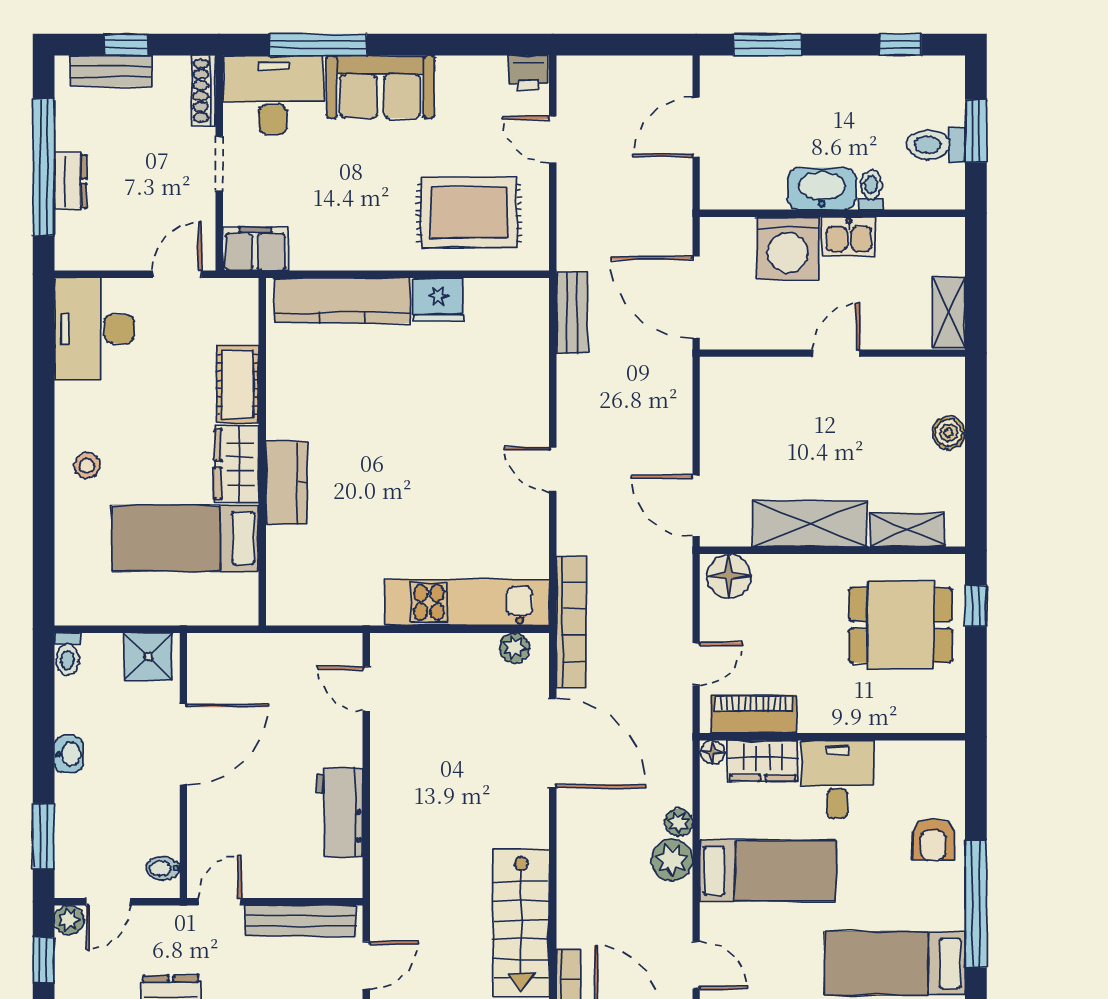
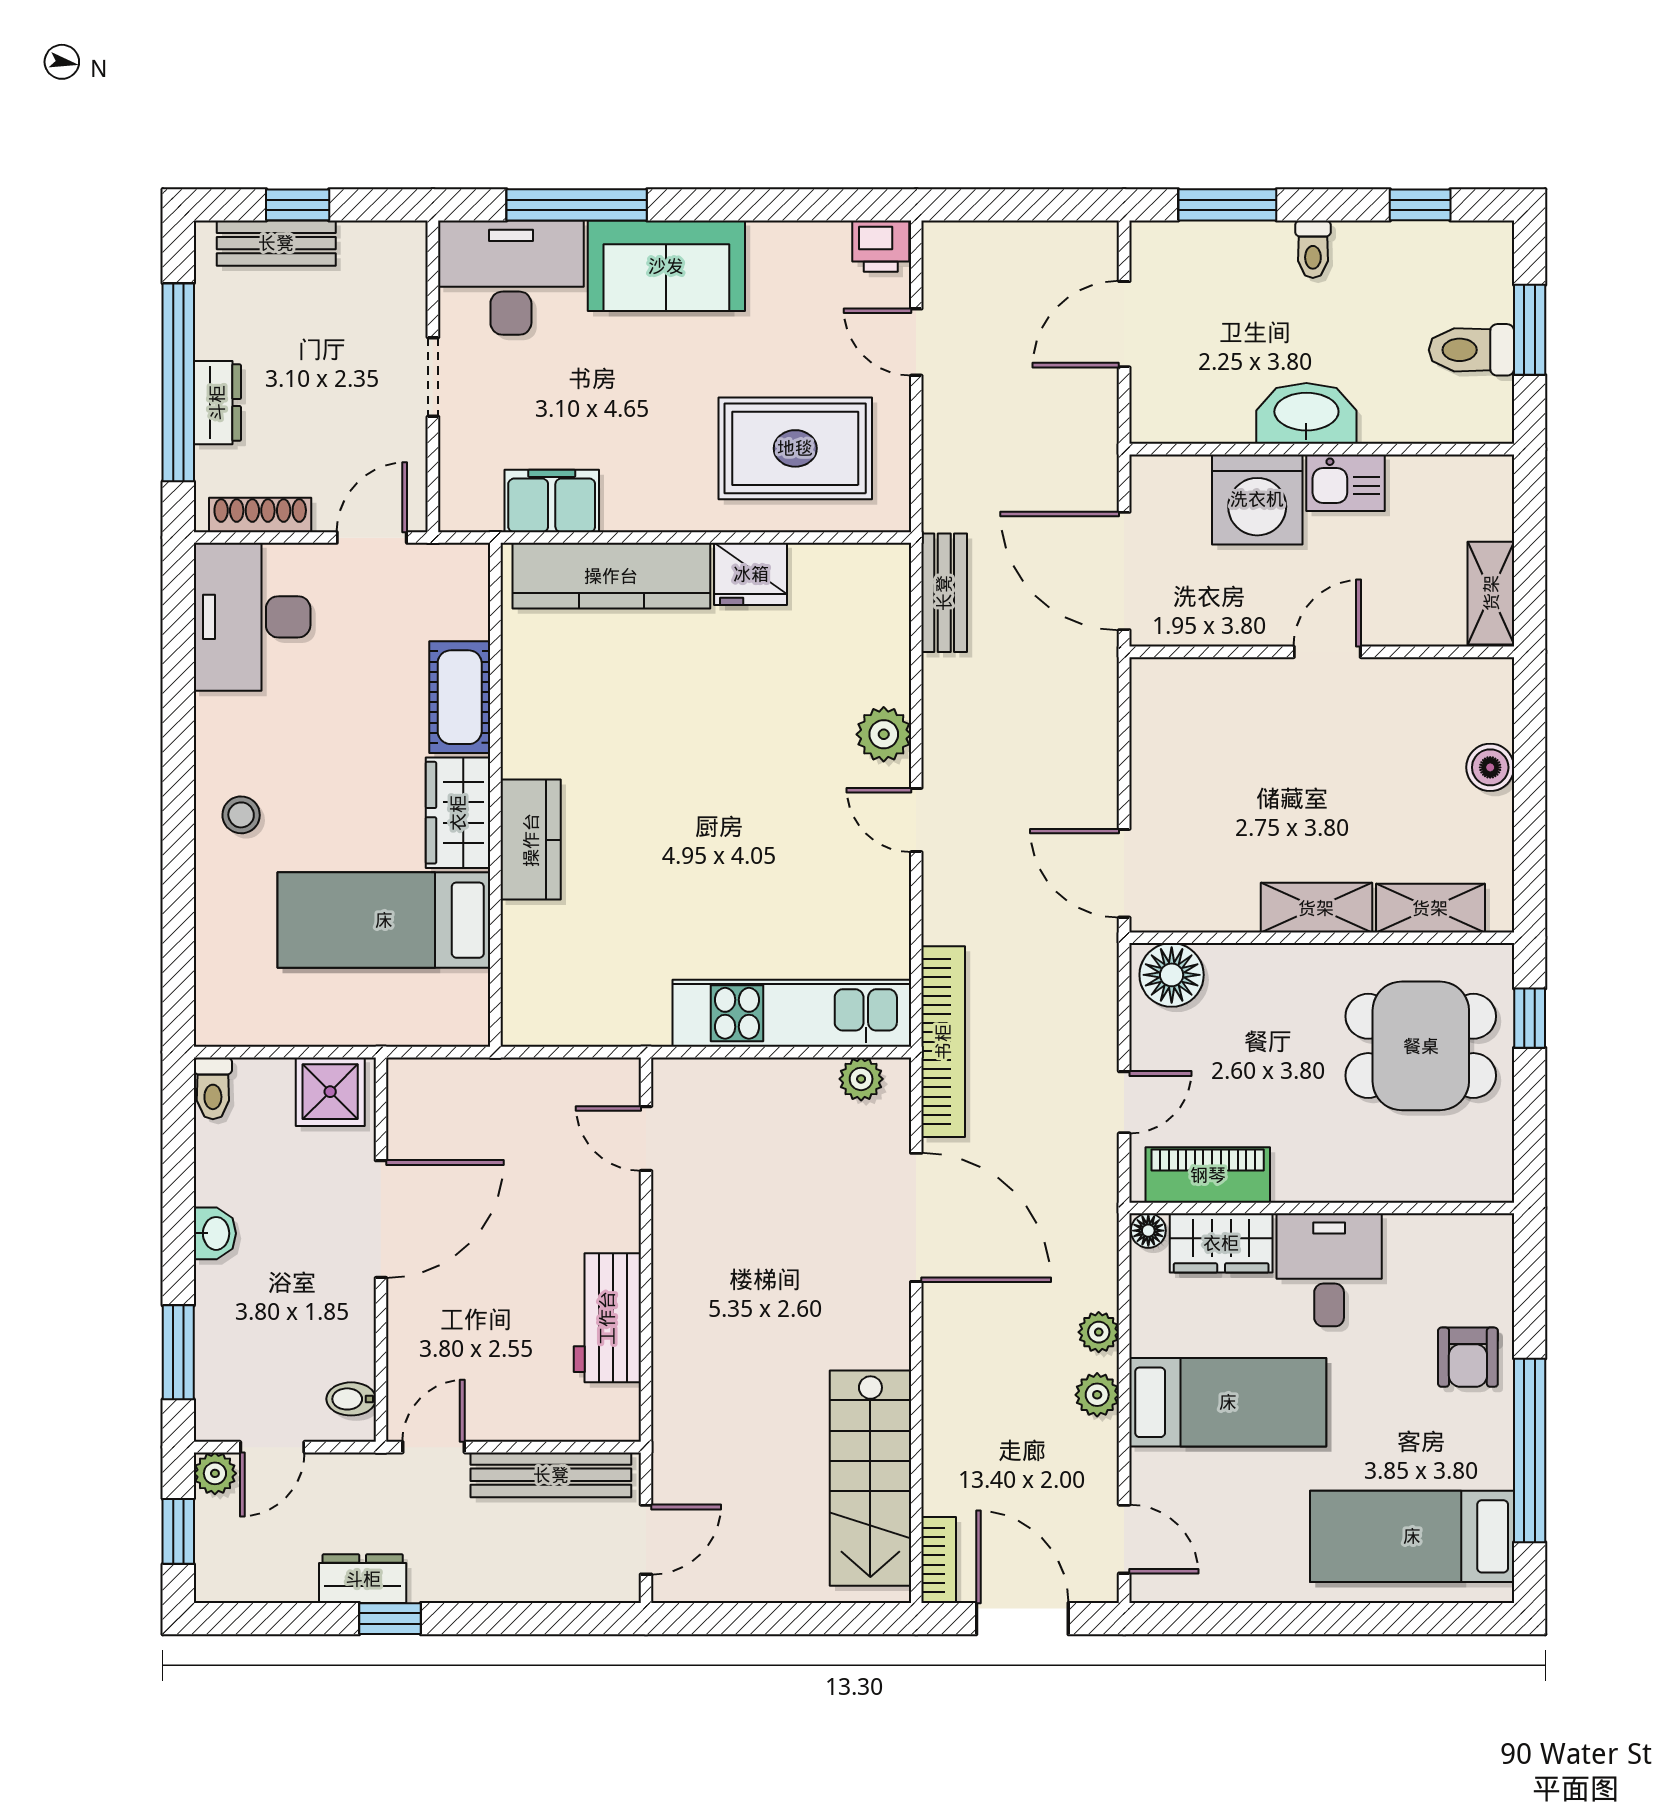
shoe rack: (204, 91) -> (260, 515), moved, turned 90
toilet: (871, 190) -> (1313, 249), moved, turned 180
filing cabinet: (255, 249) -> (552, 501), moved
plant: (530, 410) -> (884, 734), added
shelving: (810, 524) -> (1316, 908), width x0.67, depth x0.75
plant: (672, 860) -> (1097, 1395), width x0.73, depth x0.73

